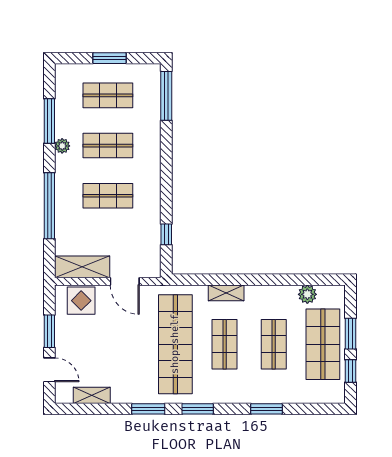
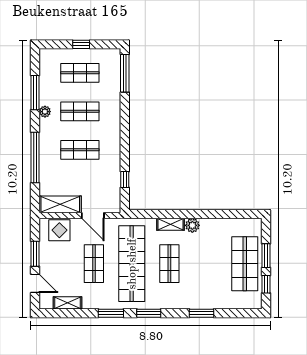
window: (109, 58) -> (81, 44), width x0.67
plant: (307, 294) -> (192, 225), moved
shop shelf: (274, 344) -> (94, 264), moved

